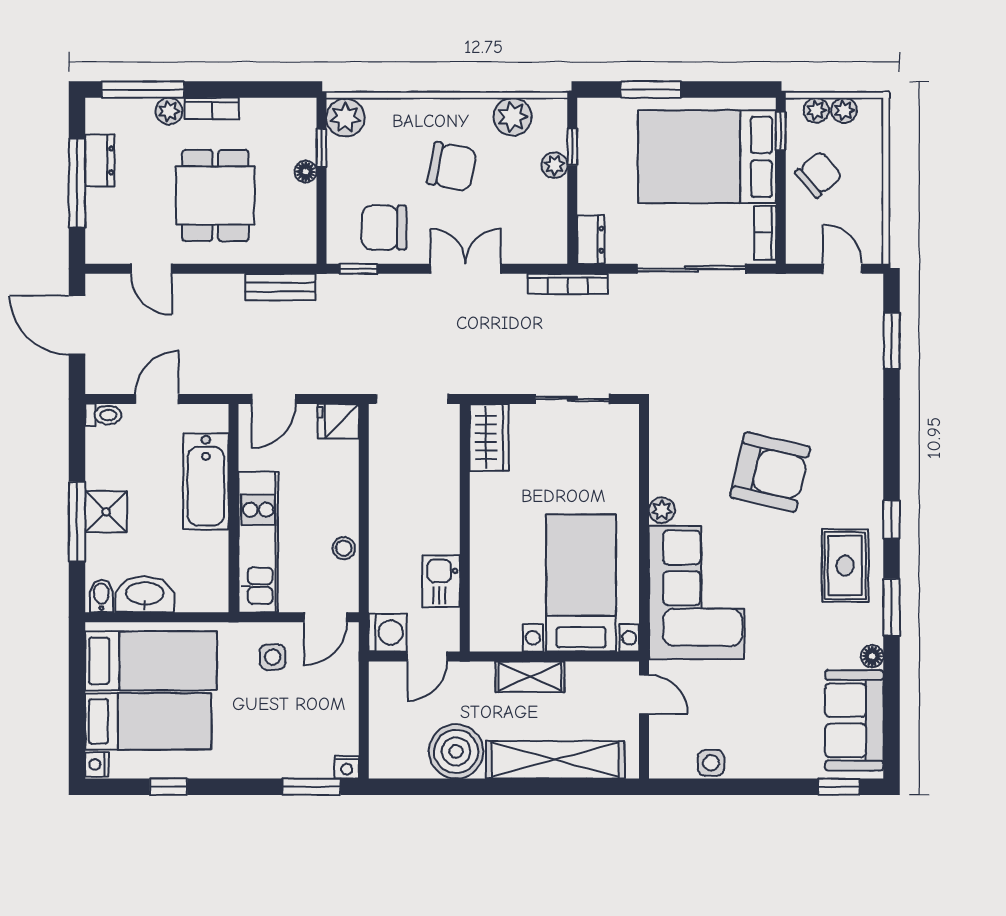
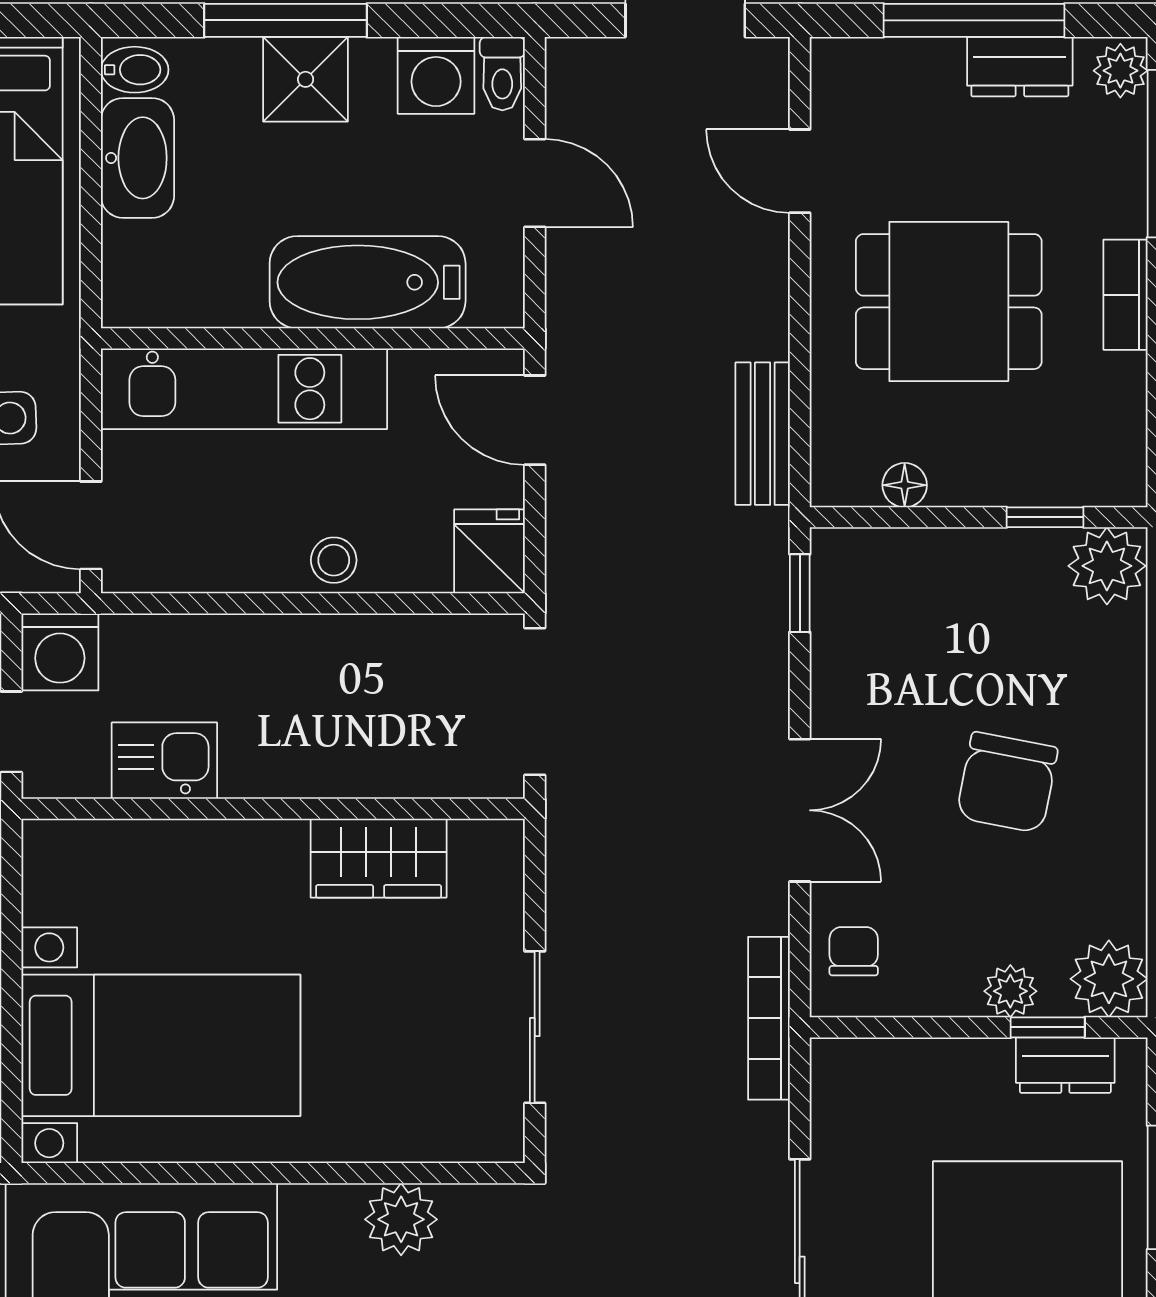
plant: (169, 111) -> (1120, 71), moved
plant: (512, 117) -> (1109, 979), moved
floor lamp: (306, 172) -> (905, 485), moved
chair: (384, 228) -> (854, 951), moved, width x0.54, depth x0.54
dresser: (591, 240) -> (1065, 1065), moved
door: (151, 269) -> (800, 171), hinge flipped
wardrobe: (489, 437) -> (379, 858), moved
washing machine: (104, 448) -> (436, 75), added
plant: (662, 510) -> (401, 1219), moved, width x1.38, depth x1.38
stool: (344, 548) -> (334, 560), moved

